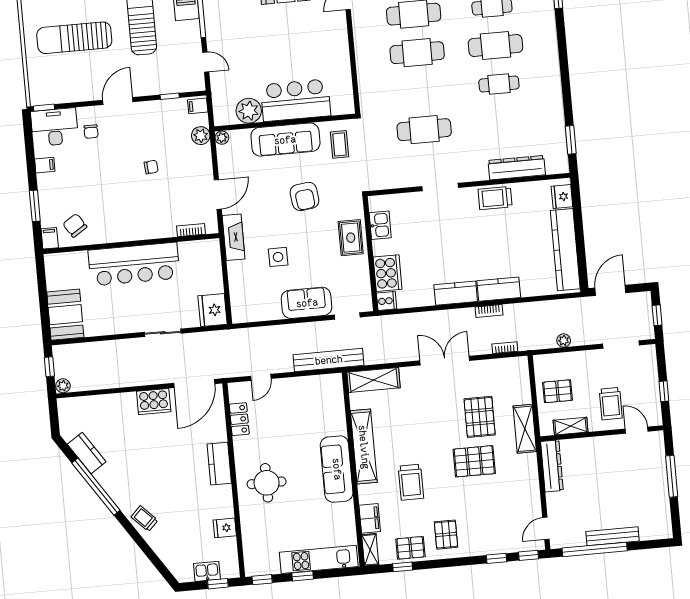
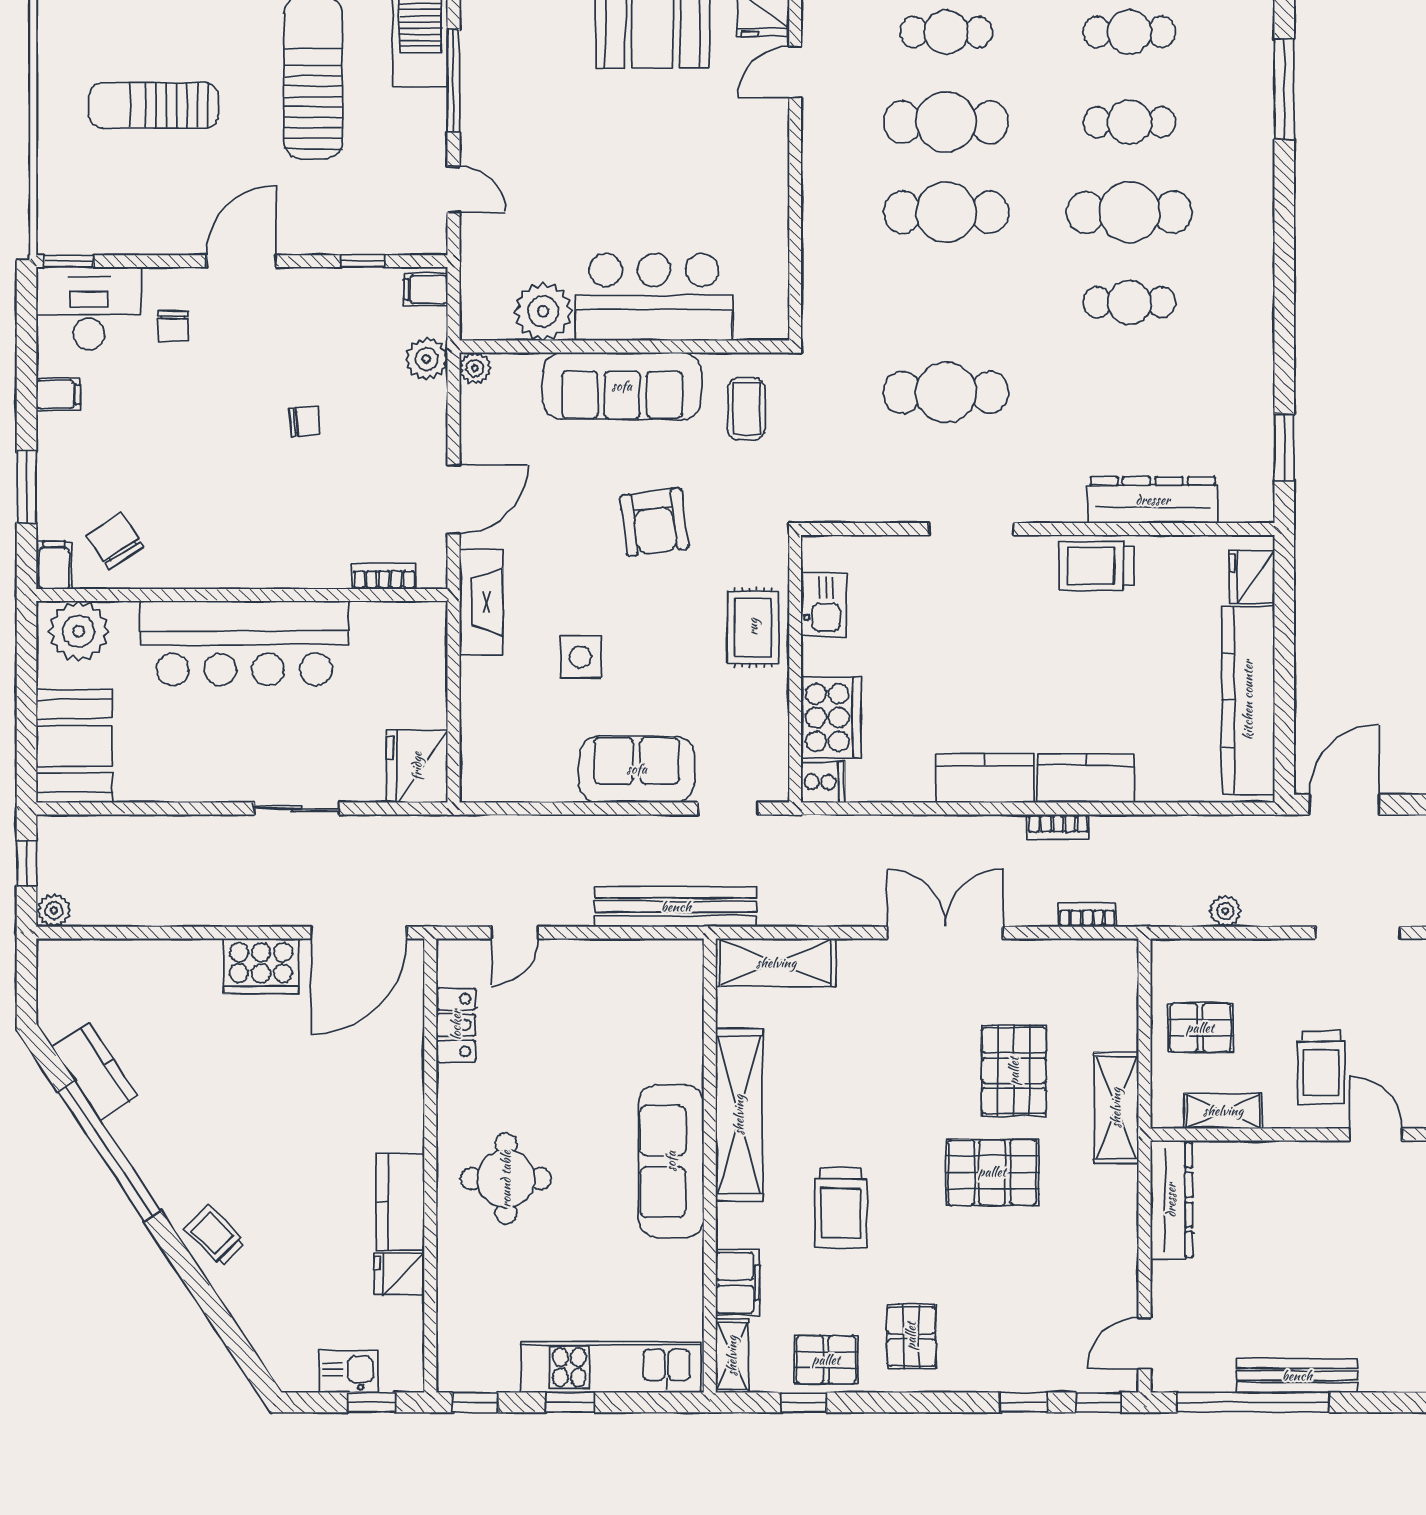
sun lounger: (74, 38) -> (154, 105), width x0.73, depth x0.75
plant: (63, 265) -> (79, 631), added
kitchen counter: (219, 464) -> (400, 1202), moved

